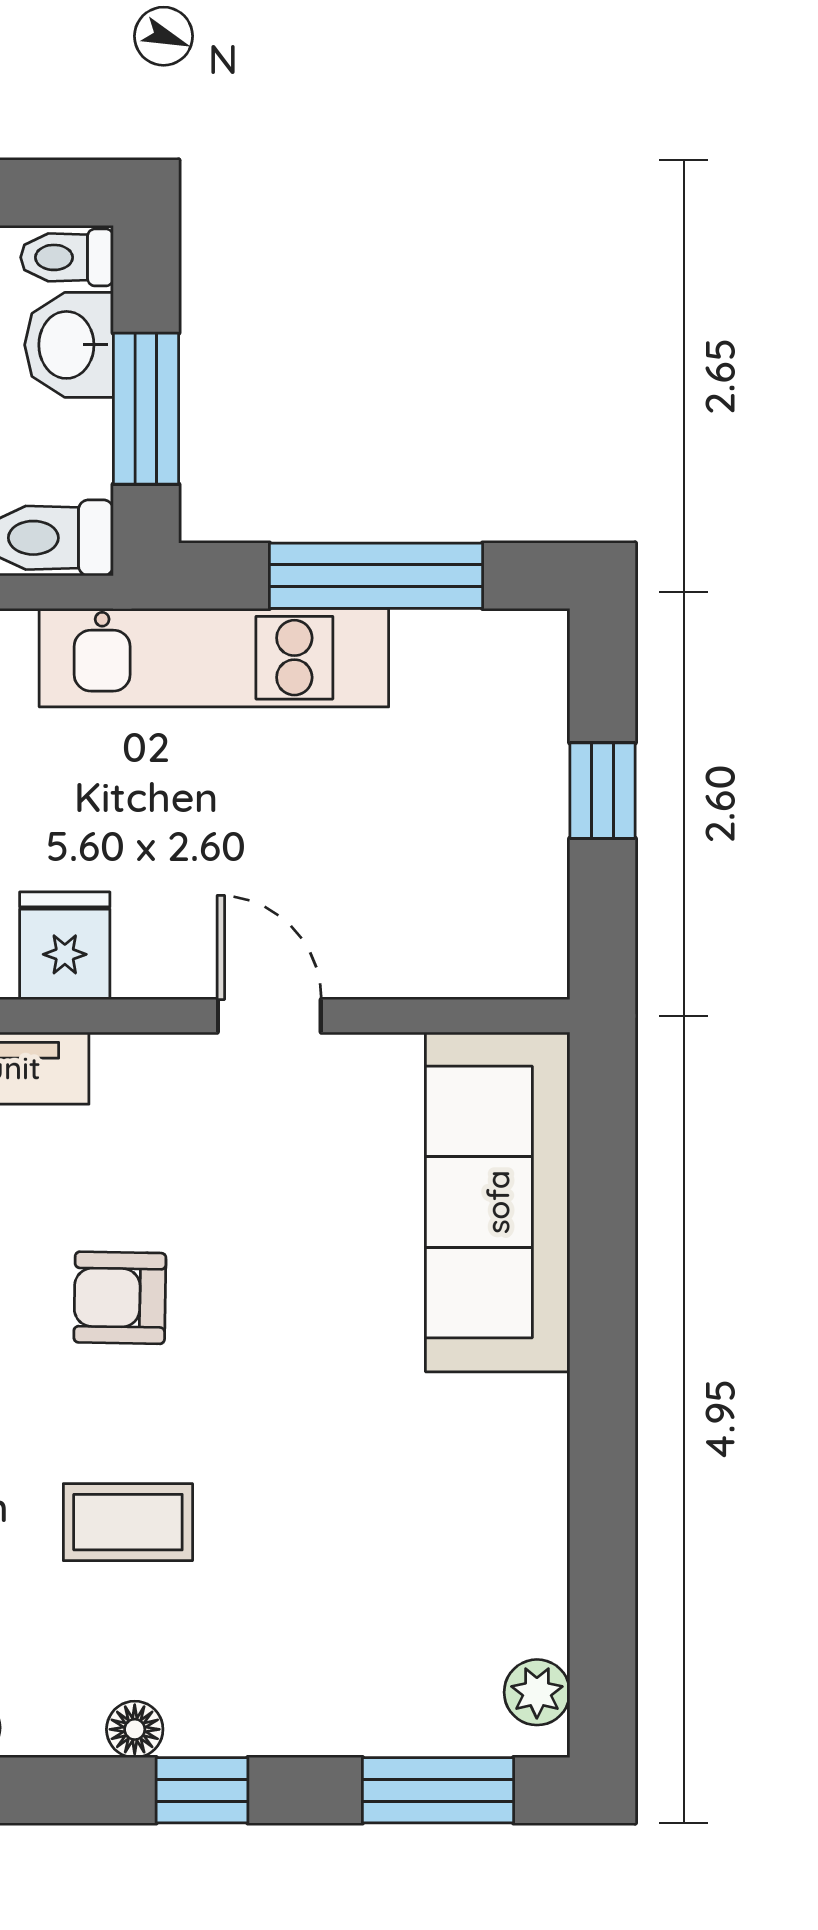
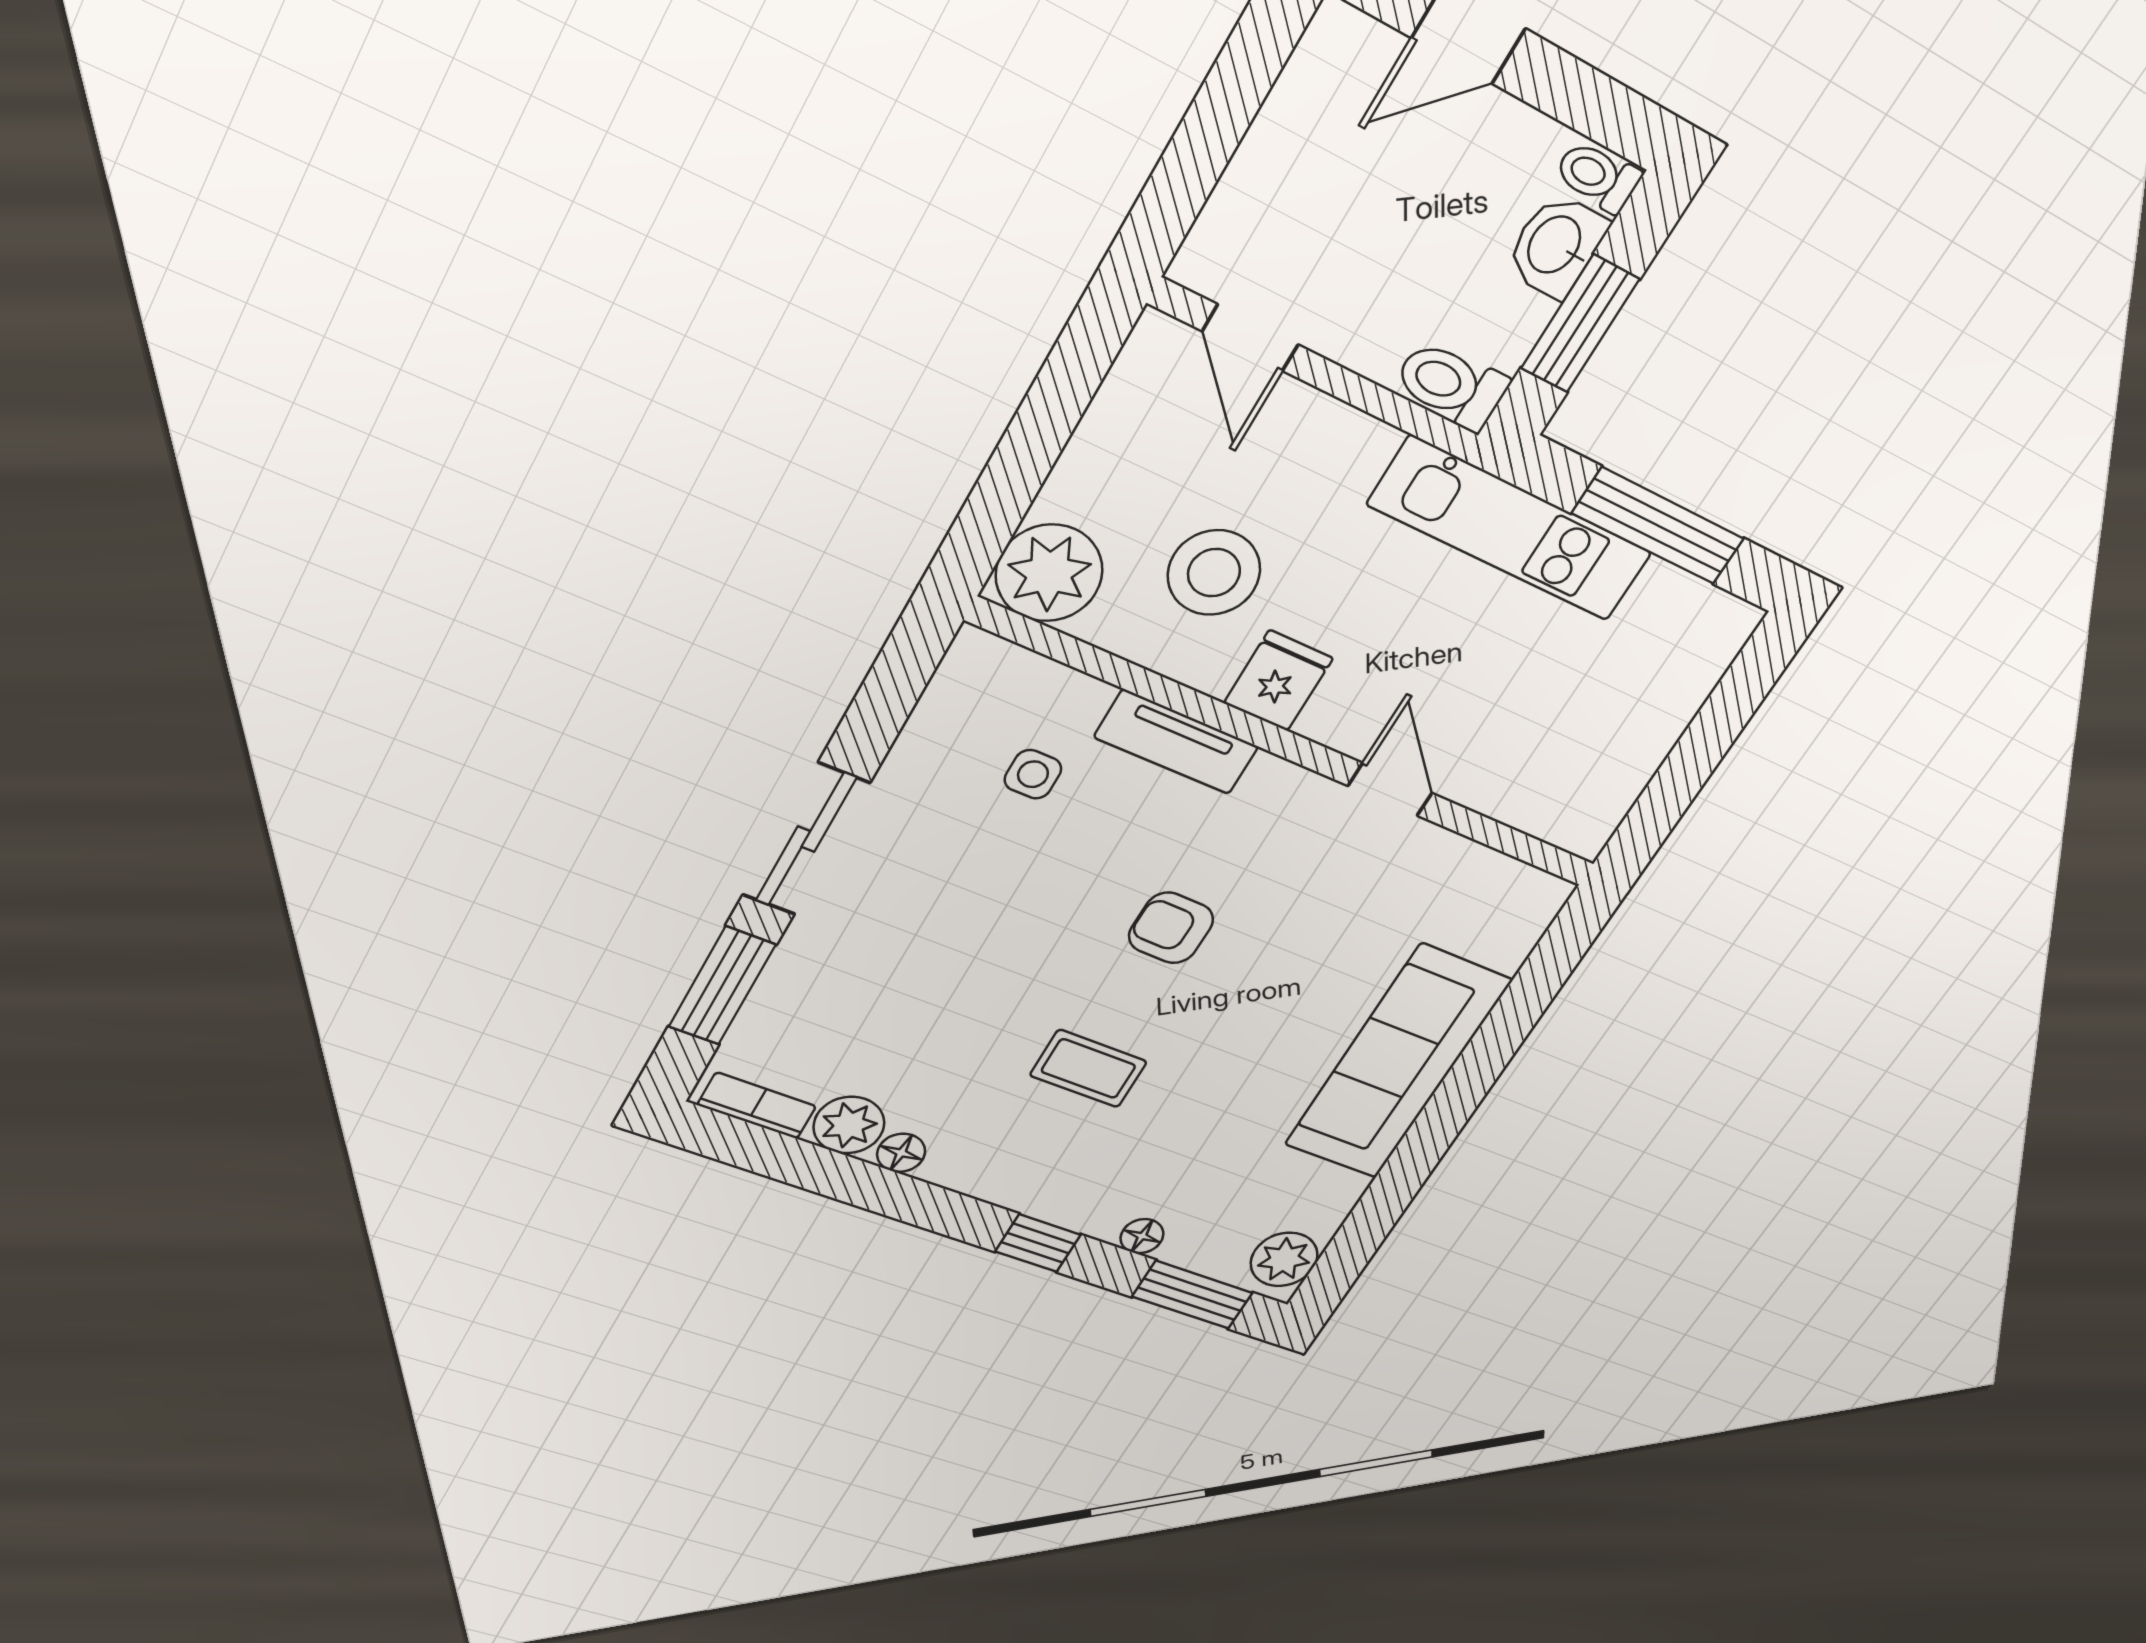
window: (602, 791) -> (1706, 741), removed
sofa: (498, 1202) -> (1398, 1062), moved
plant: (537, 1692) -> (1284, 1259), width x1.38, depth x1.38
floor lamp: (135, 1729) -> (1142, 1236), moved

